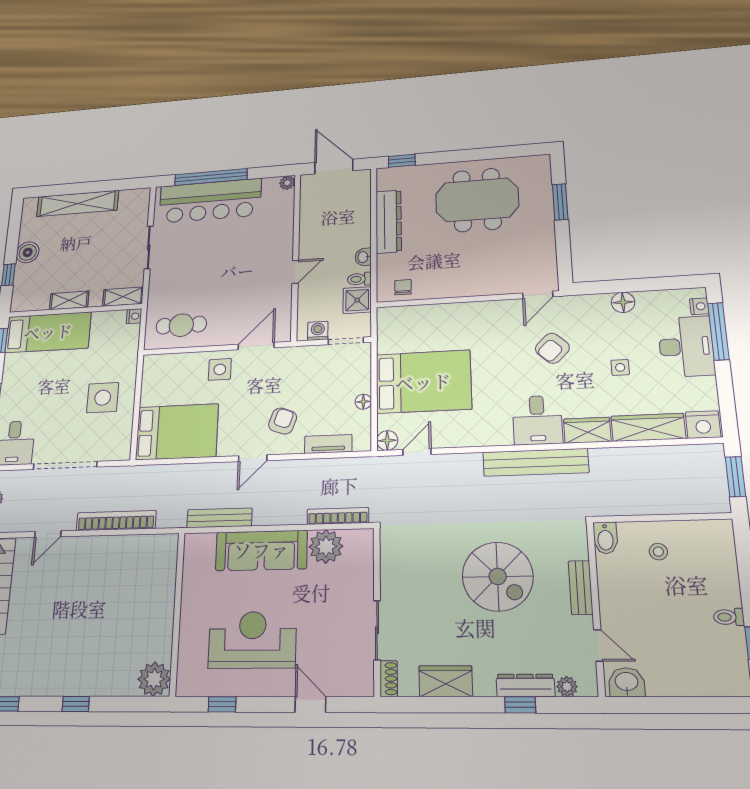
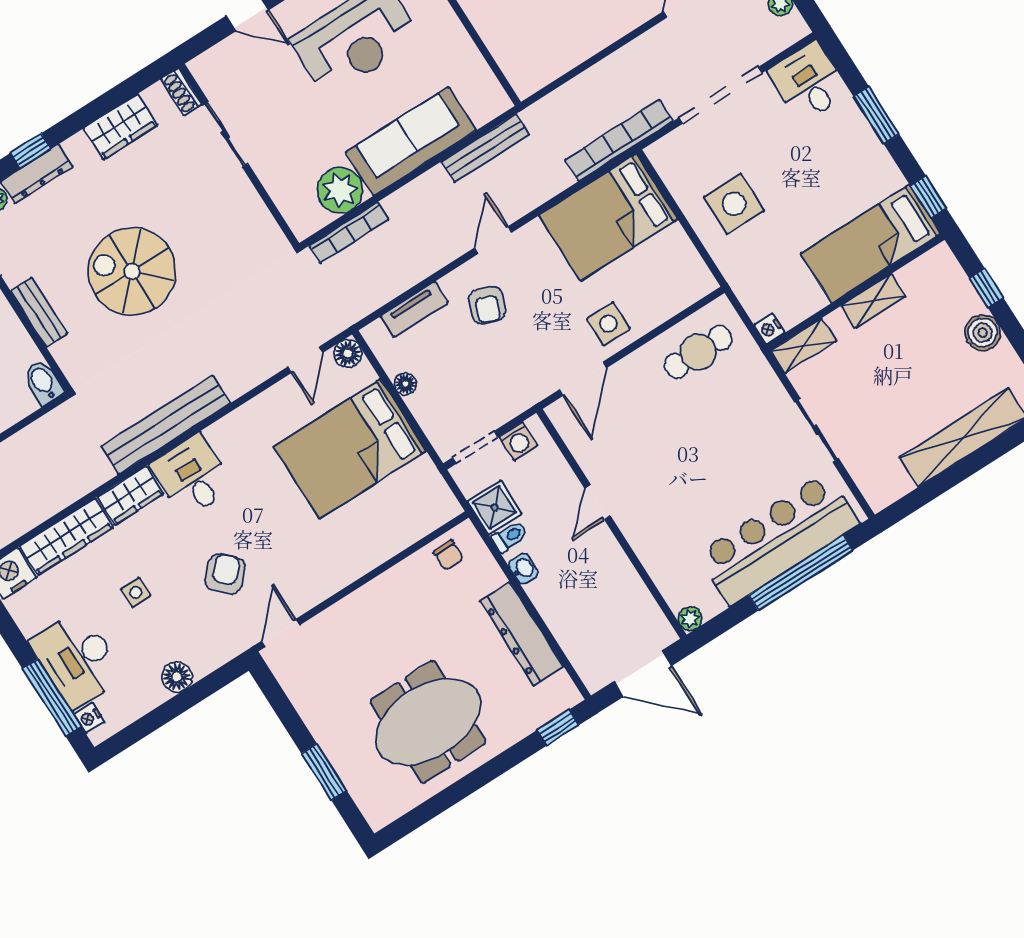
bookcase: (116, 521) -> (619, 140), moved, turned 180

